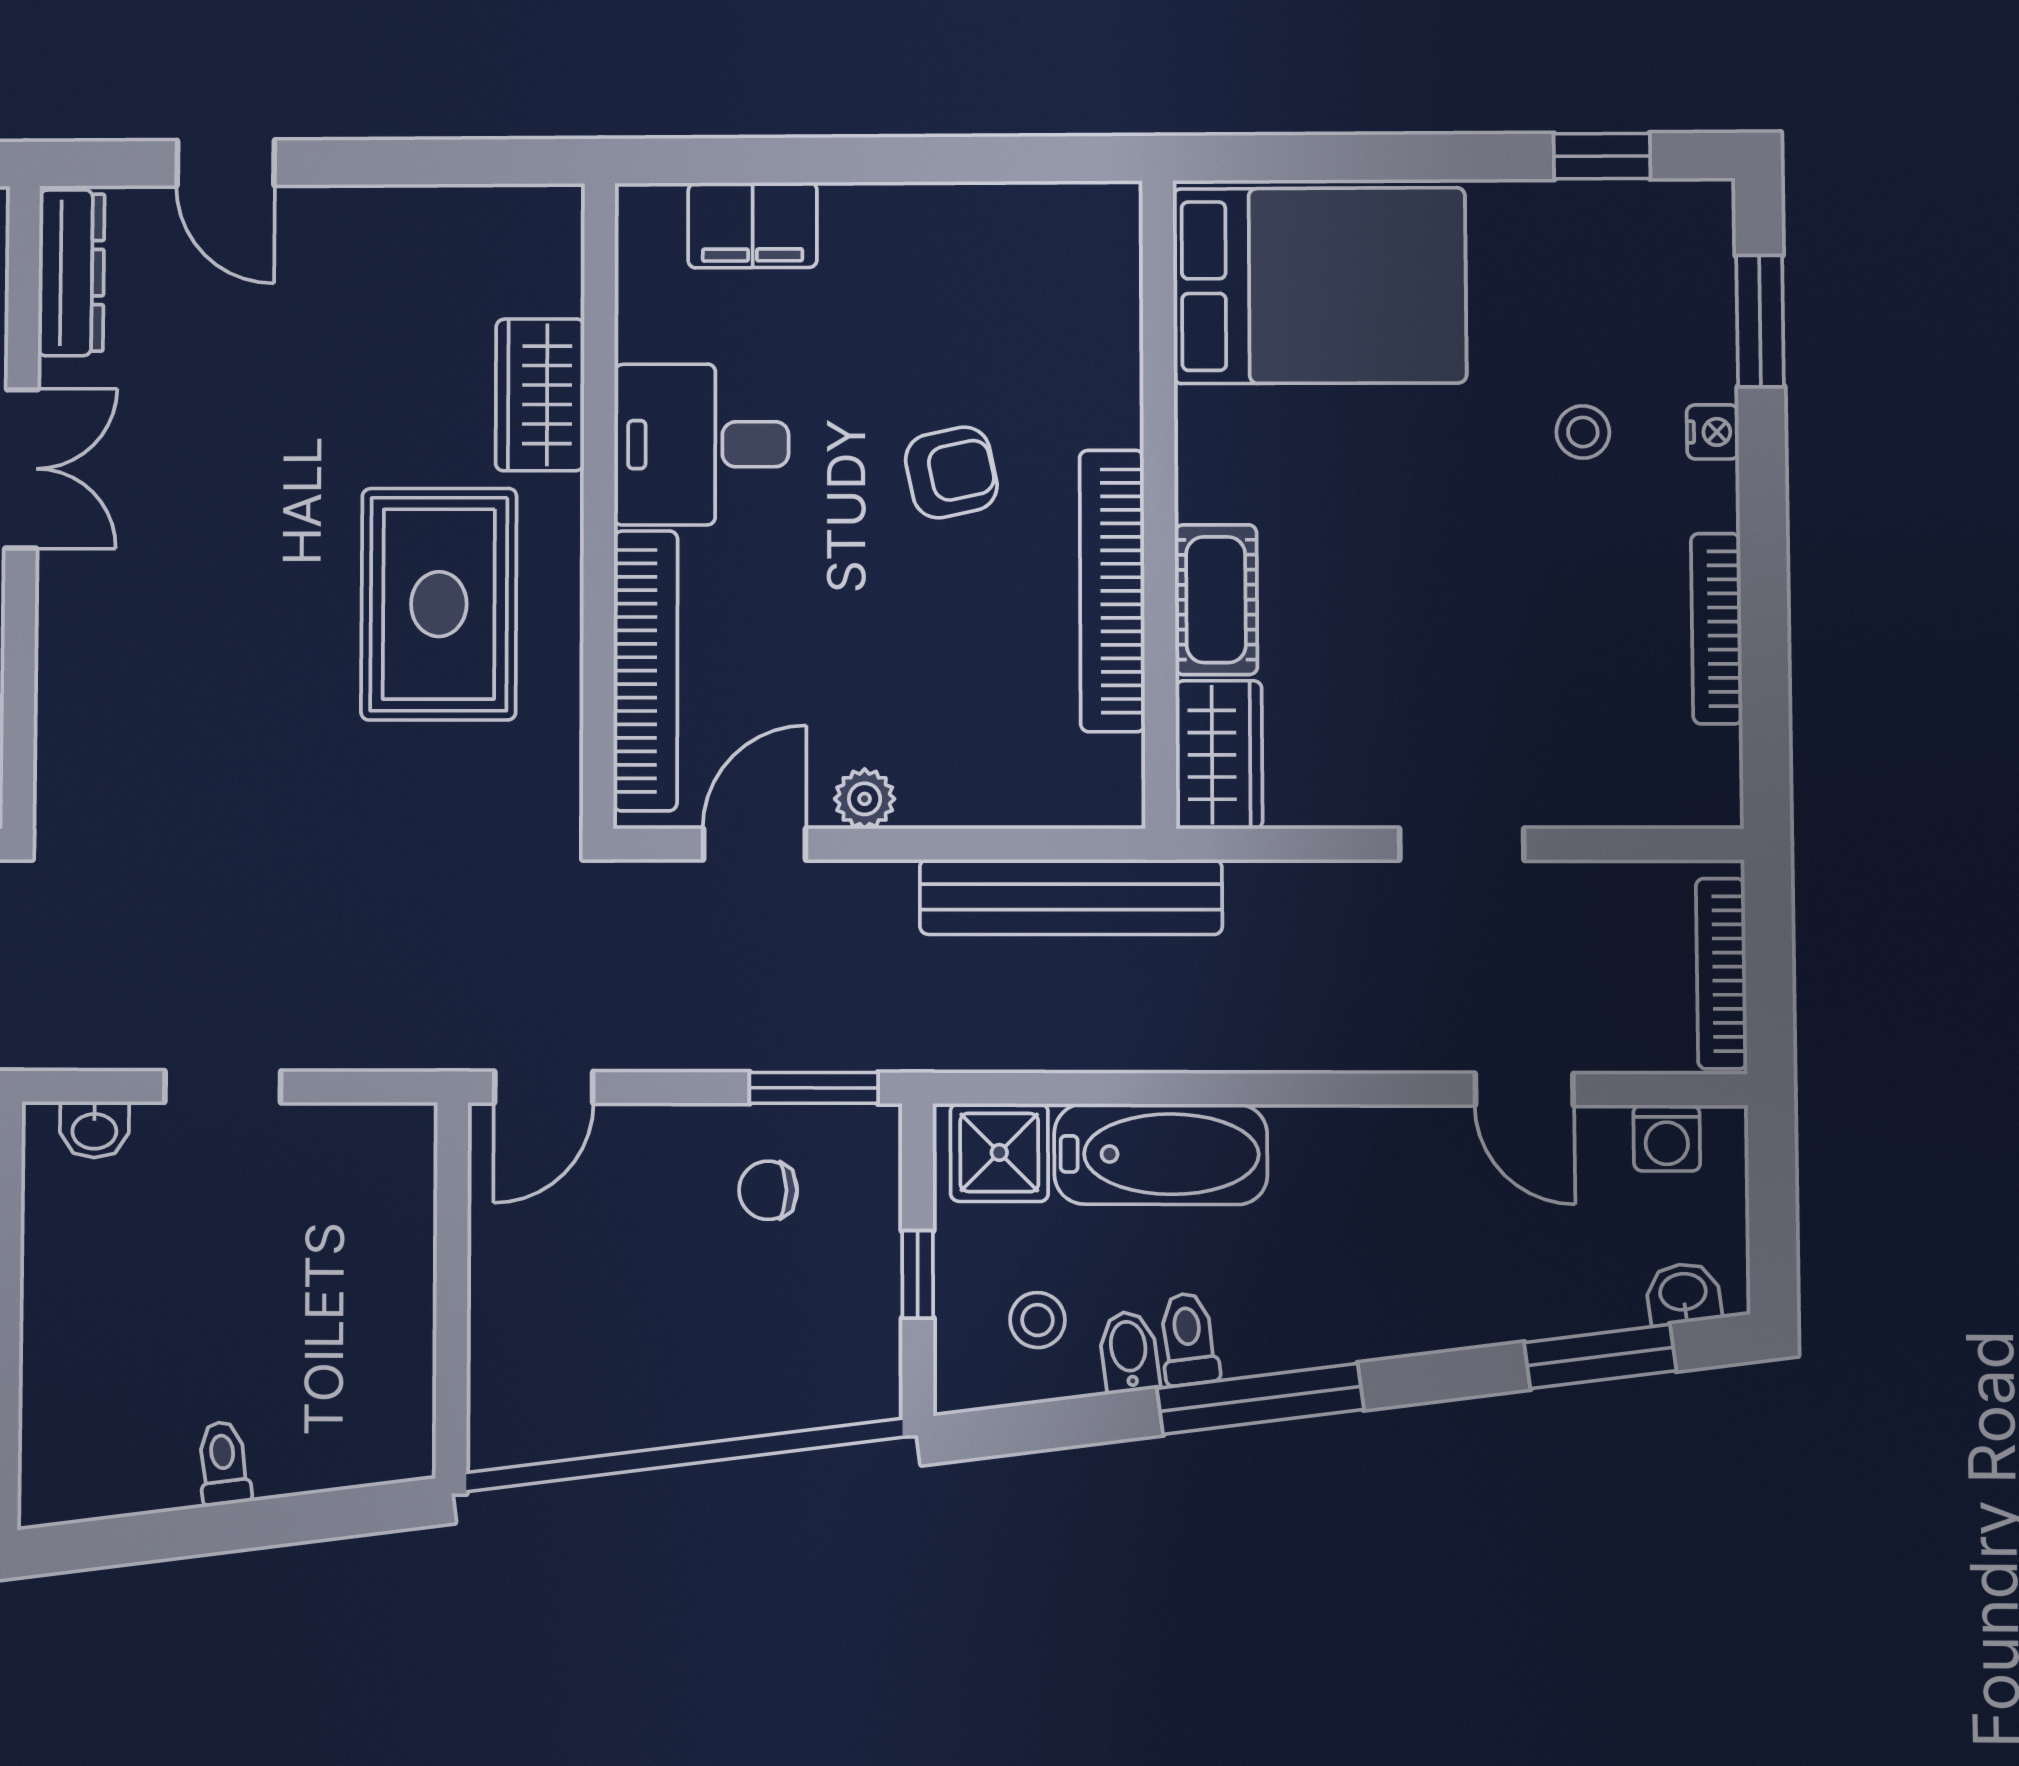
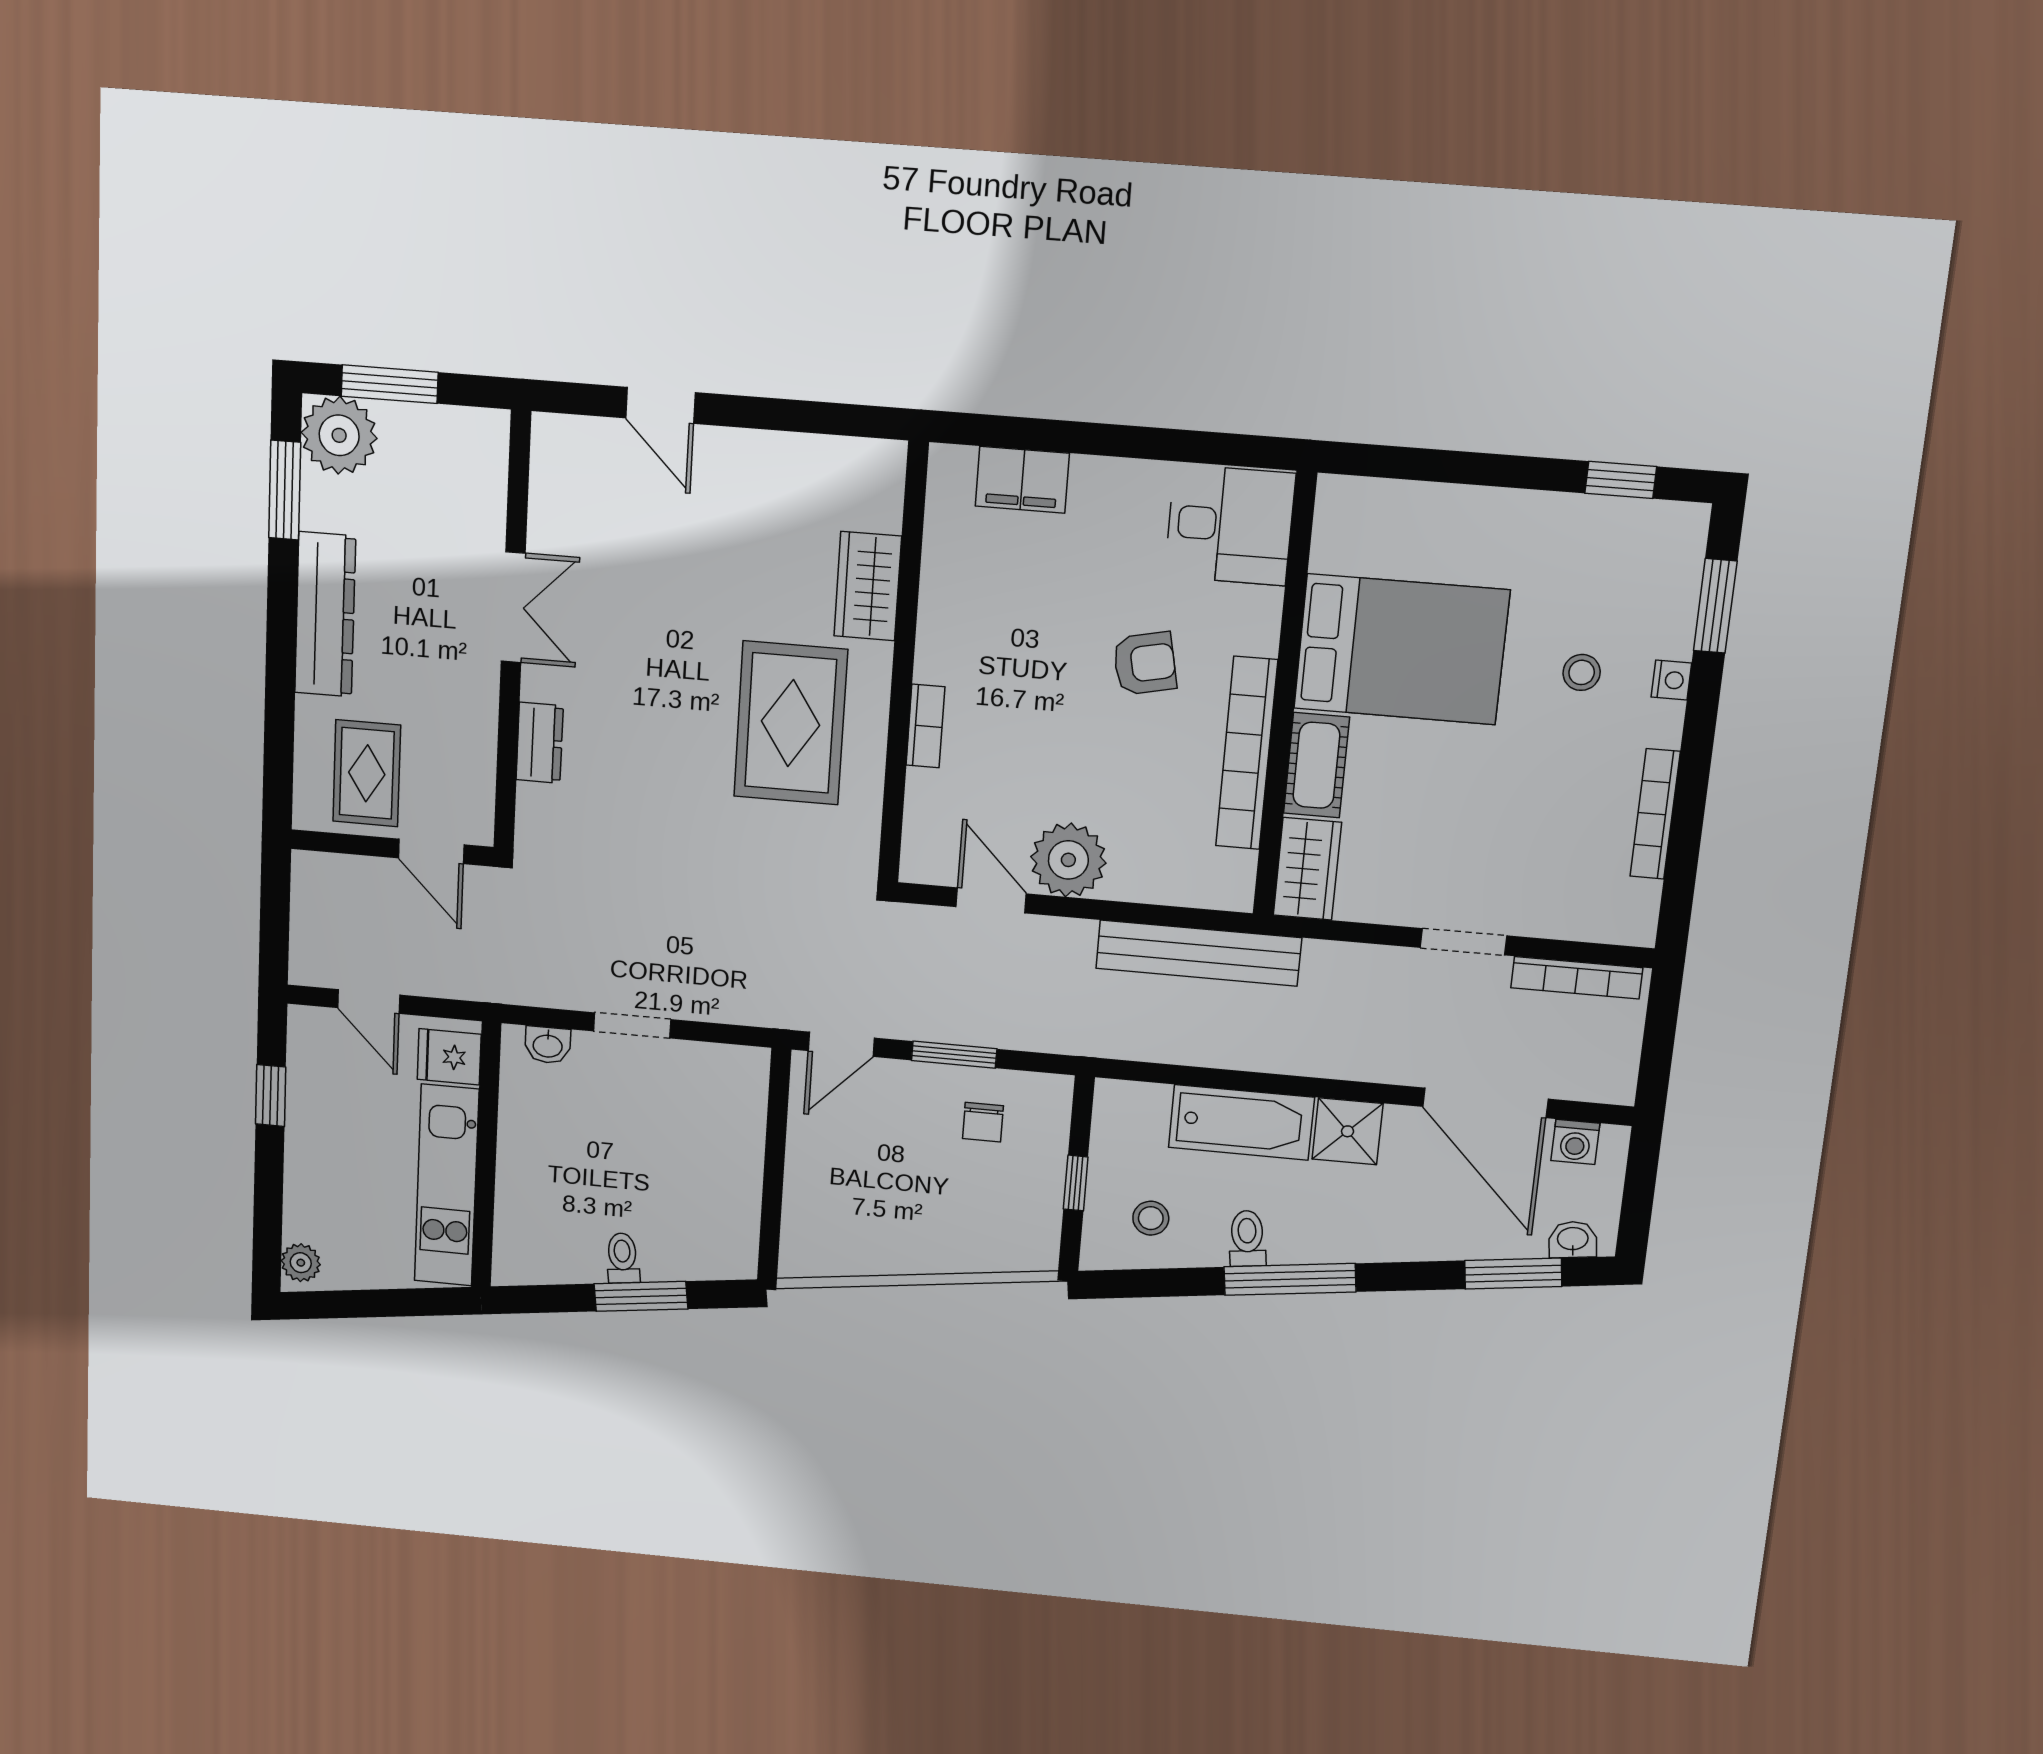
dresser: (71, 273) -> (540, 743), moved, width x0.70
bed: (1319, 286) -> (1401, 649), moved
desk: (701, 444) -> (1230, 525), moved, turned 180
bookcase: (645, 671) -> (925, 726), width x0.43, depth x0.76
plant: (865, 799) -> (1068, 860), width x1.88, depth x1.88
door: (754, 844) -> (991, 900), hinge flipped
bookcase: (1721, 974) -> (1577, 978), moved, turned -90
window: (814, 1088) -> (954, 1055), moved
door: (1524, 1089) -> (1485, 1103), width x1.88
shower: (999, 1152) -> (1348, 1131), moved
chair: (768, 1190) -> (983, 1122), turned -90
bidet: (1129, 1352) -> (1208, 1243), removed
window: (255, 1524) -> (641, 1296), added

